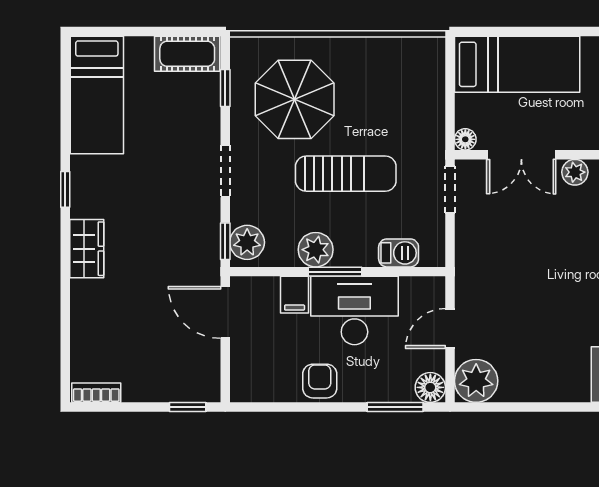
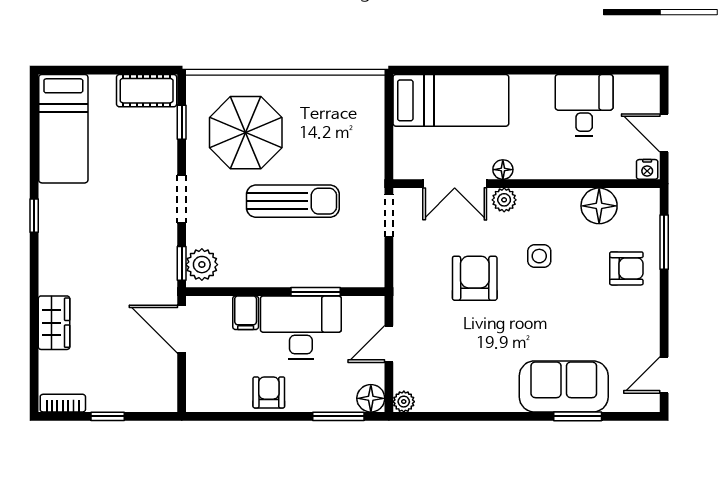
floor lamp: (465, 139) -> (503, 170), moved
wardrobe: (87, 249) -> (54, 323), moved
plant: (316, 250) -> (265, 271), removed
barbecue: (399, 253) -> (342, 274), removed
armchair: (543, 257) -> (475, 278), added
window: (335, 272) -> (316, 292), moved
plant: (476, 381) -> (404, 402), width x0.53, depth x0.53
window: (188, 407) -> (108, 416), moved

